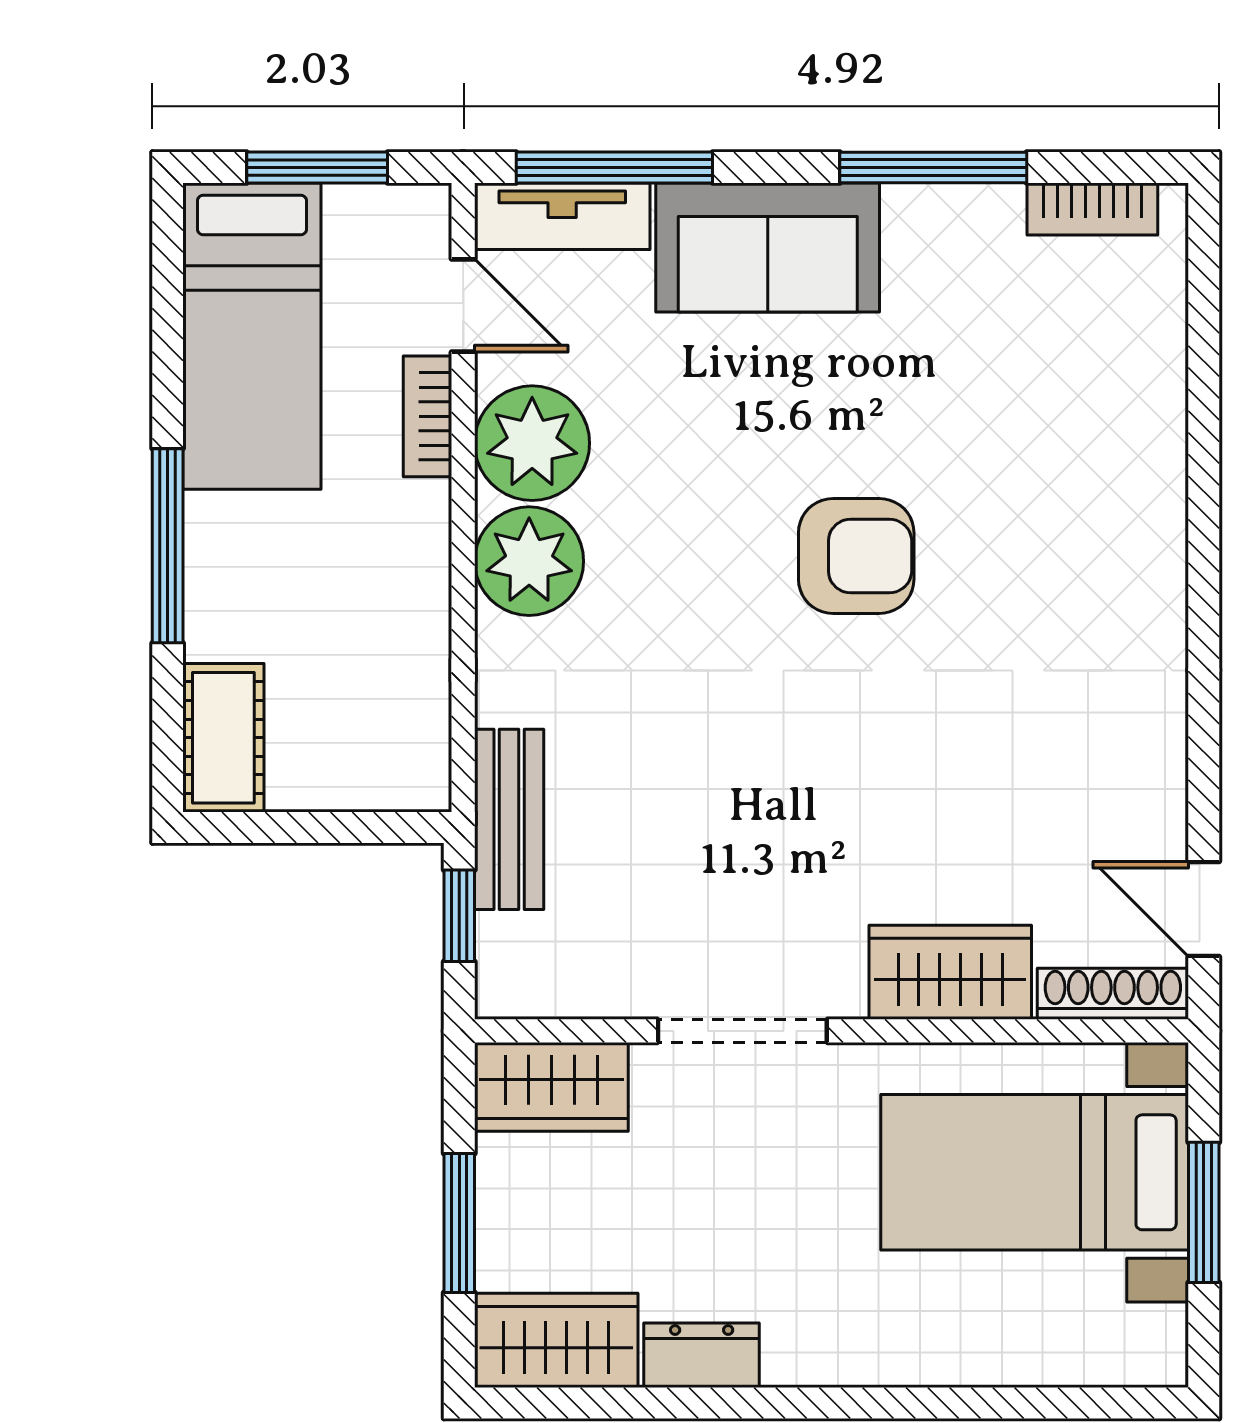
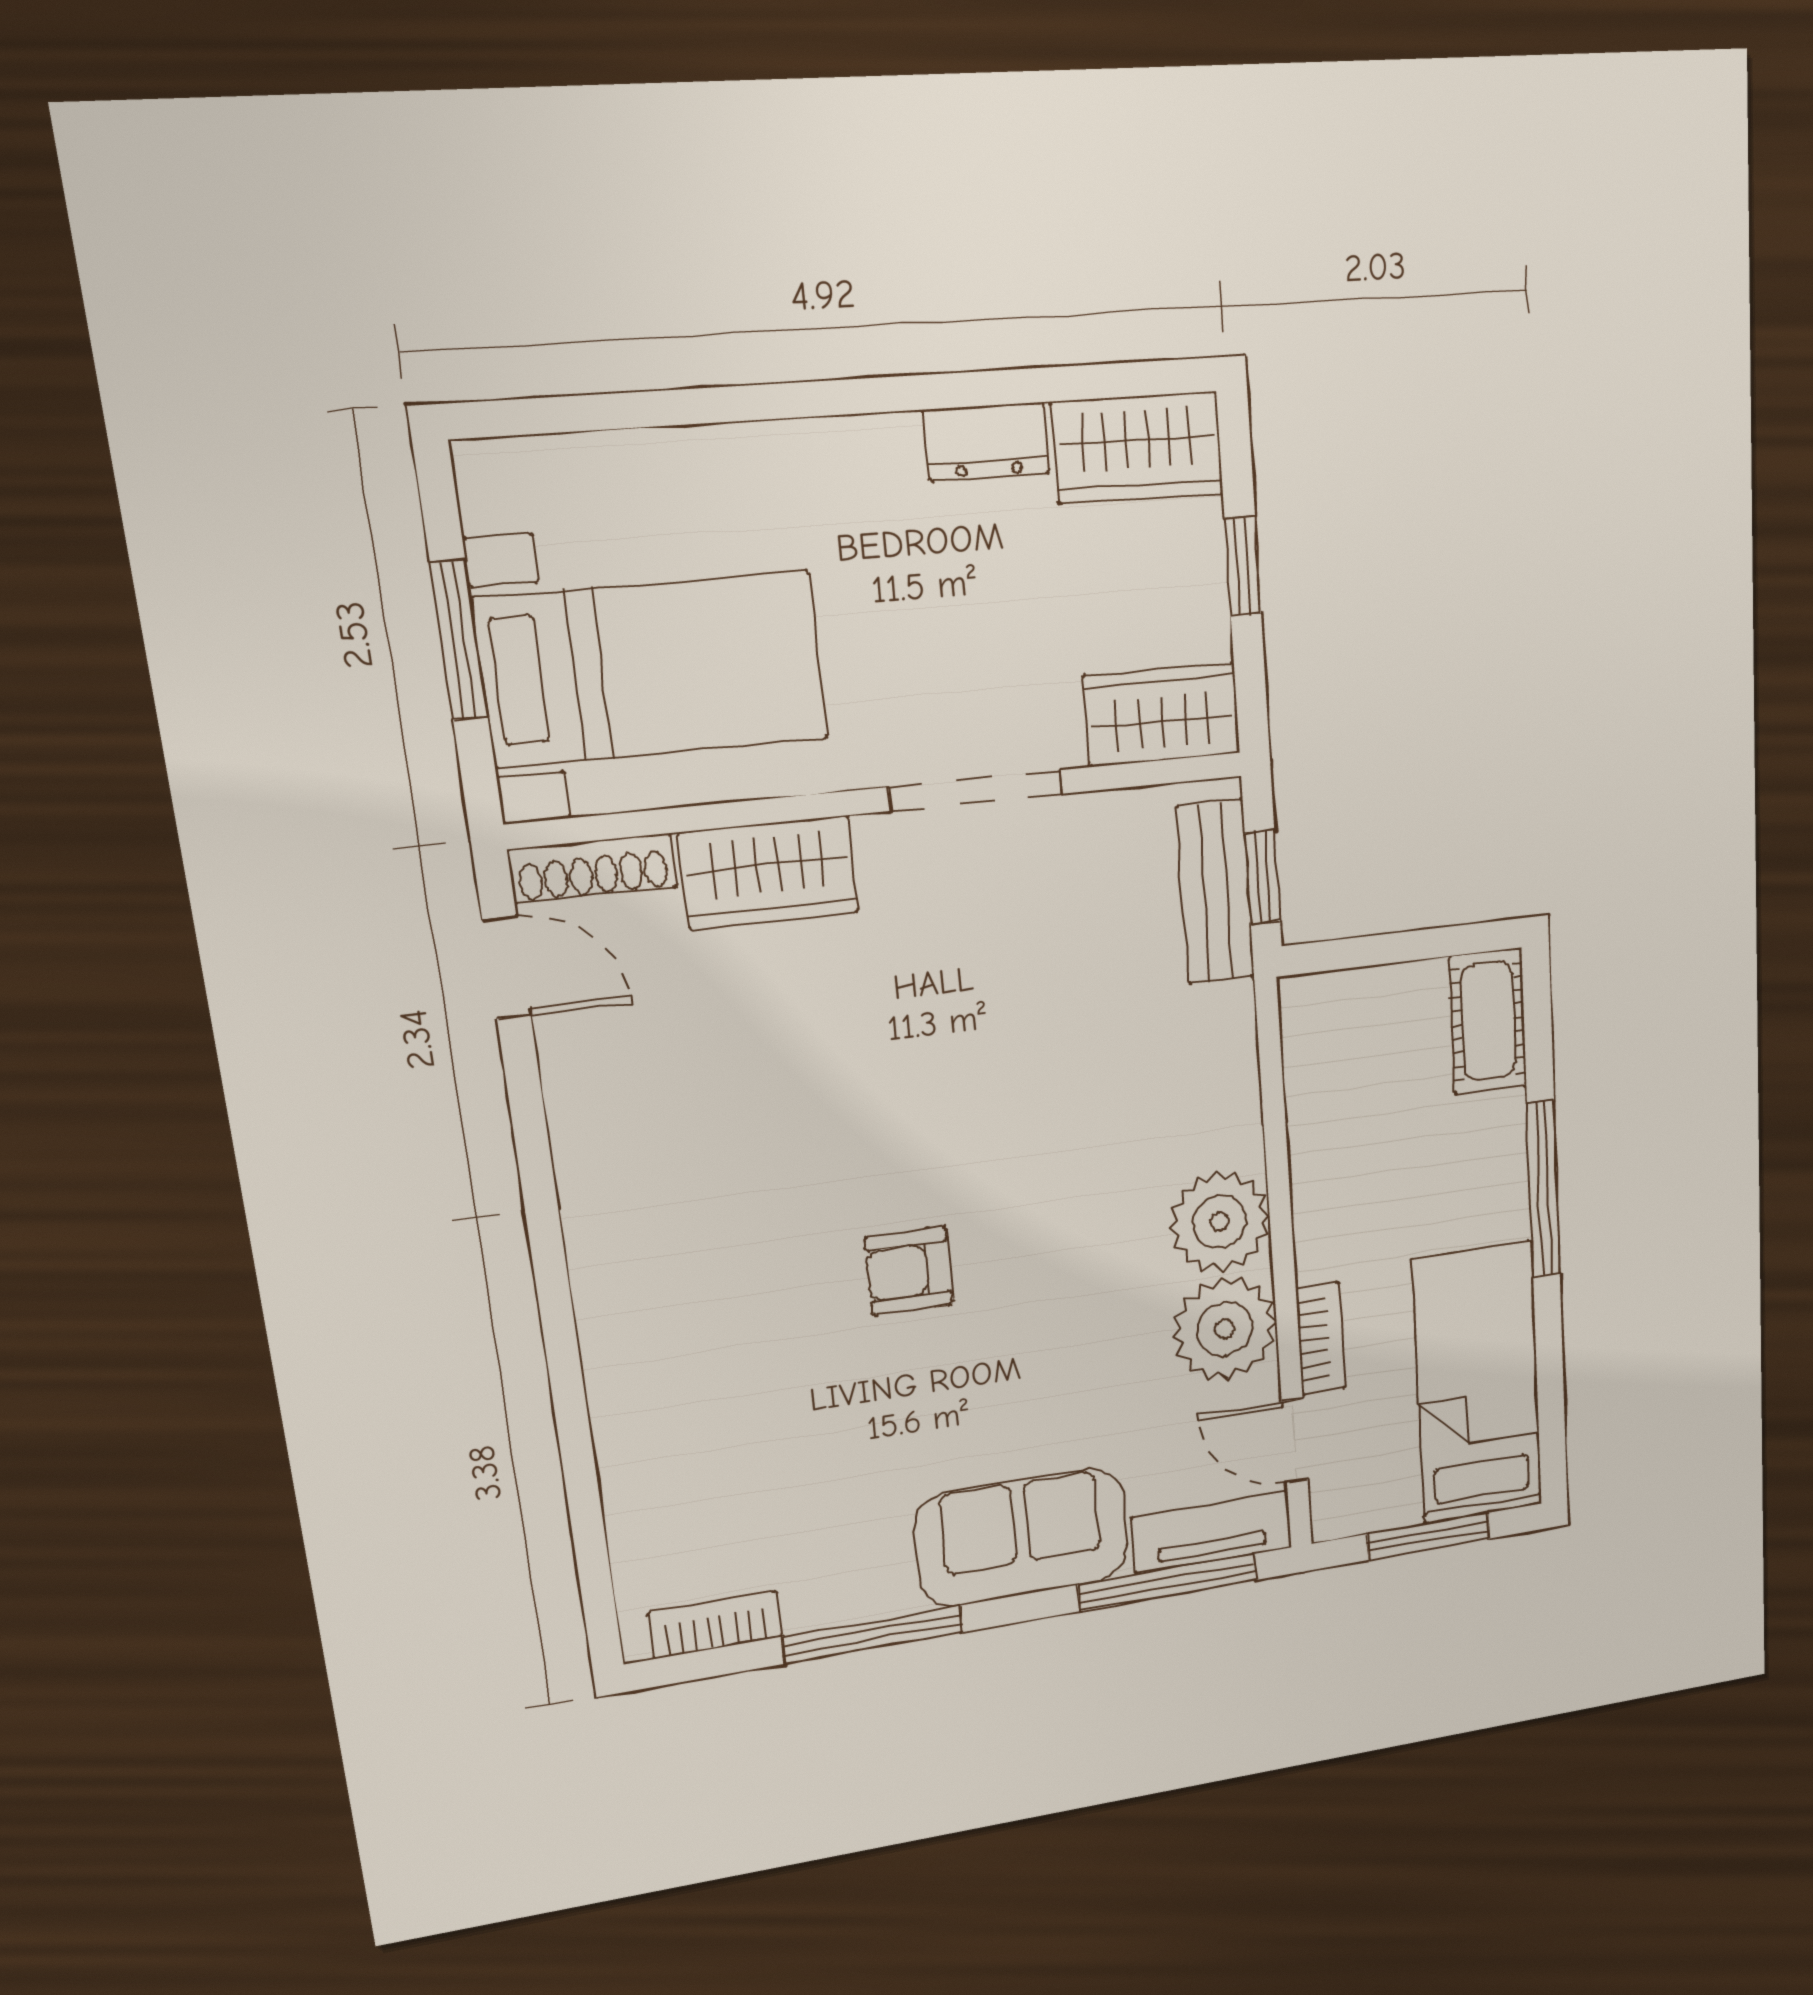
armchair: (856, 556) -> (909, 1271), width x0.72, depth x0.72
bench: (509, 819) -> (1216, 892), moved
window: (459, 1223) -> (1243, 566), width x0.67

